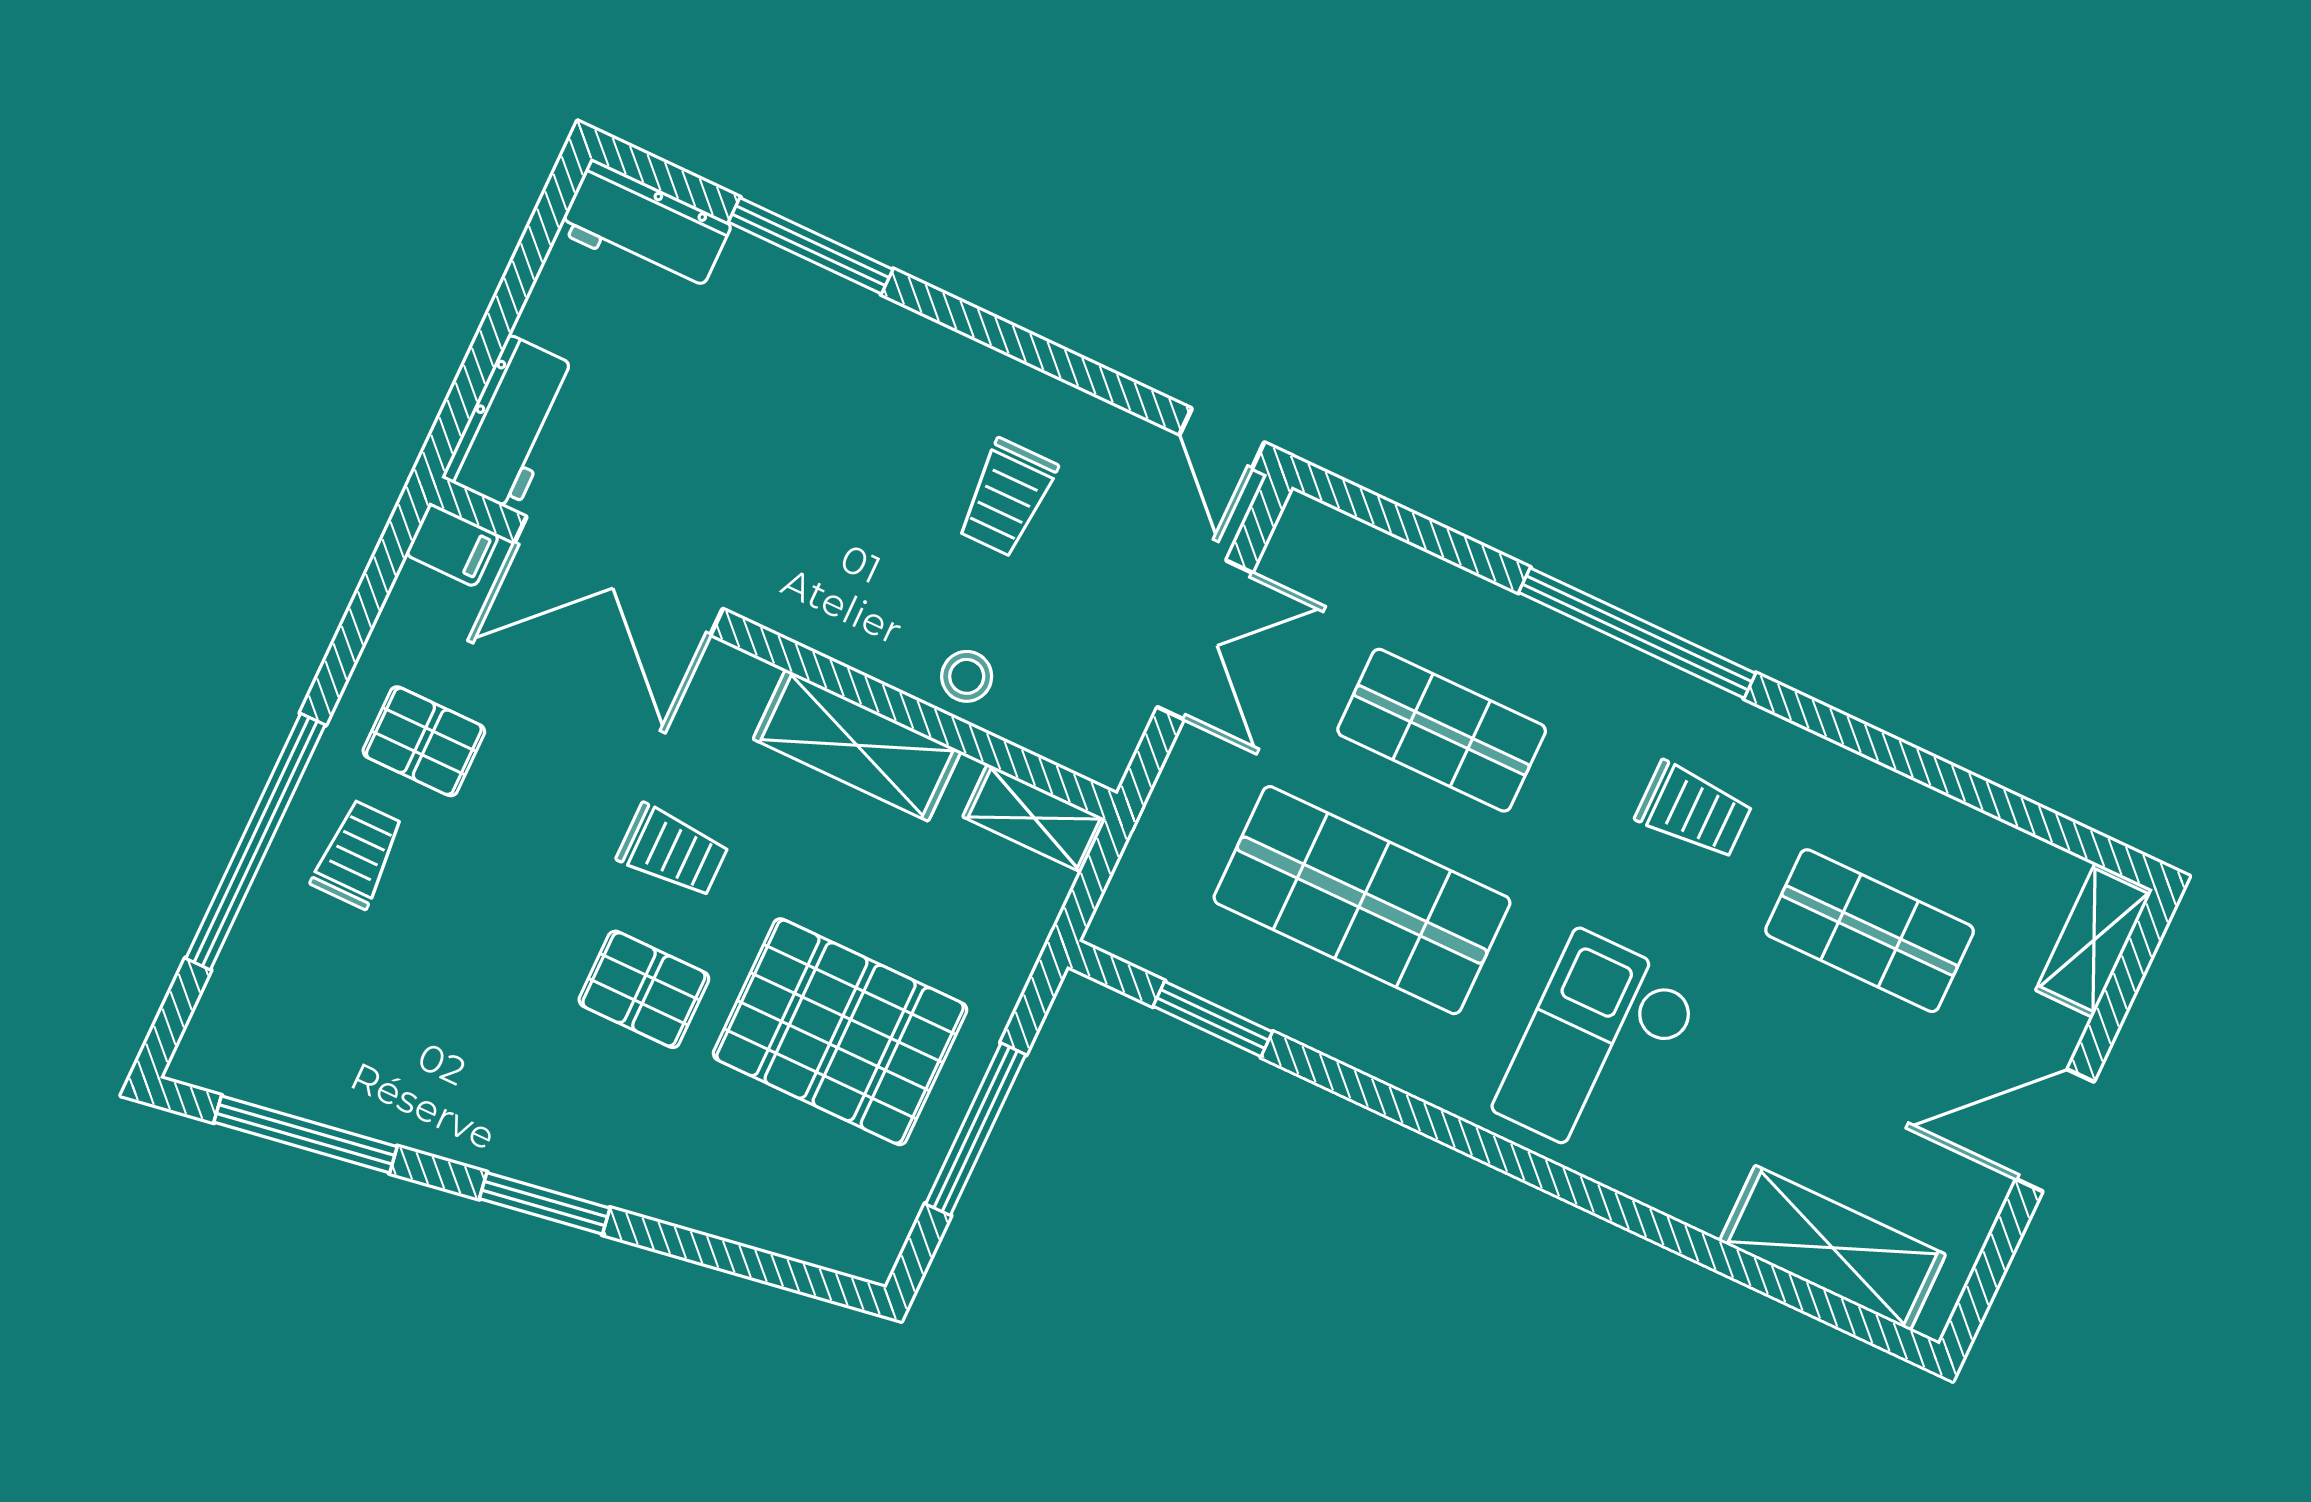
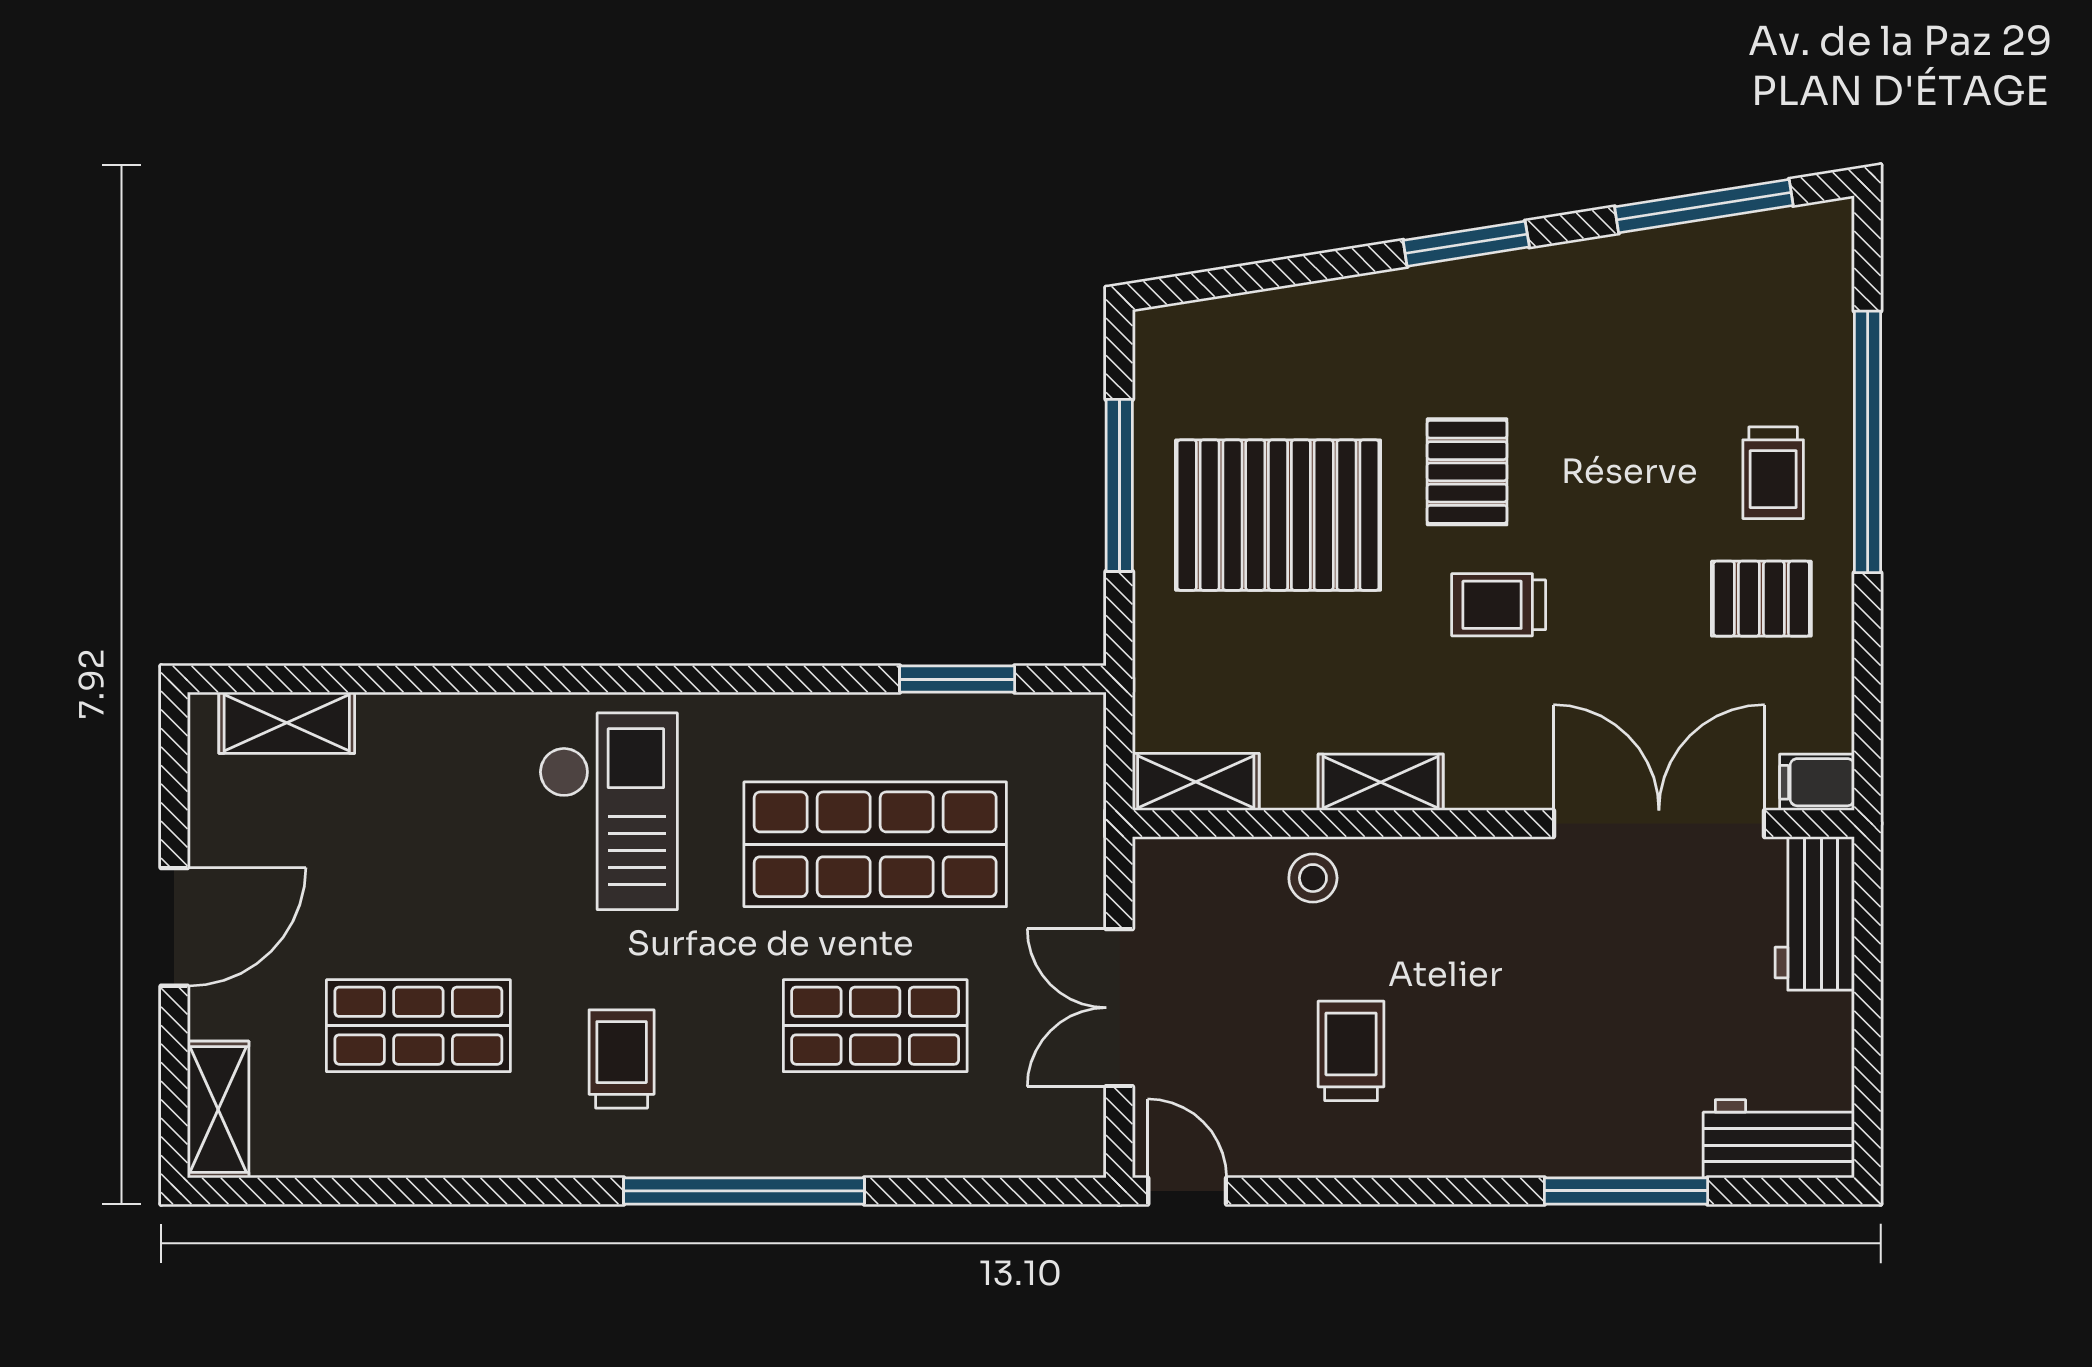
shelving: (857, 745) -> (1381, 782), width x0.67, depth x0.75
trolley: (1694, 810) -> (622, 1059), turned 90
pallet: (644, 989) -> (1467, 472), turned 90
shelving: (1833, 1248) -> (287, 723), width x0.67, depth x0.75

